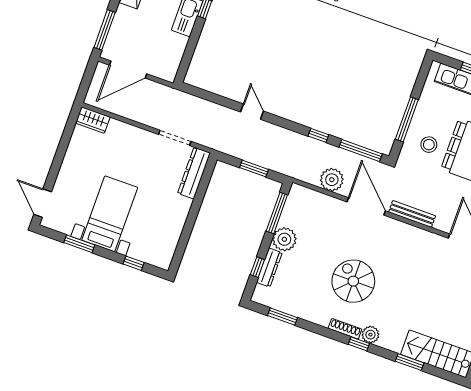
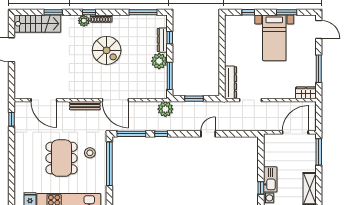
door: (252, 112) -> (208, 134), swing flipped
window: (407, 119) -> (109, 164), width x1.46
window: (62, 148) -> (319, 69), added
plant: (332, 180) -> (165, 109), moved
window: (283, 317) -> (143, 12), width x1.44

